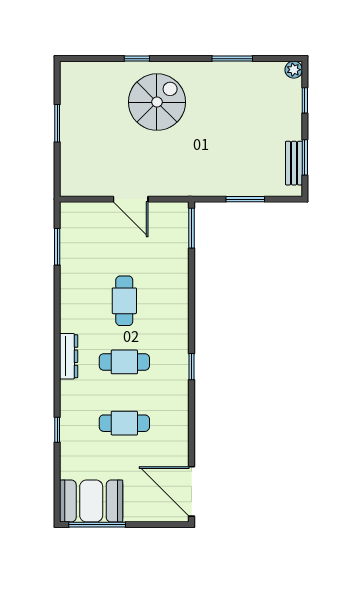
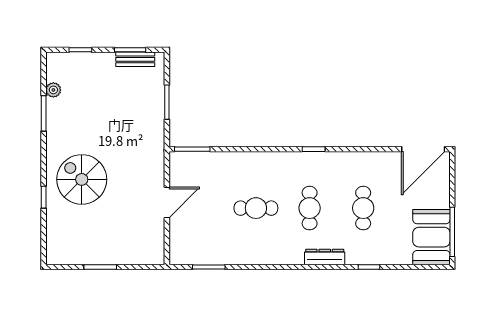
plant: (294, 70) -> (53, 90), moved
dresser: (69, 356) -> (325, 257), moved

